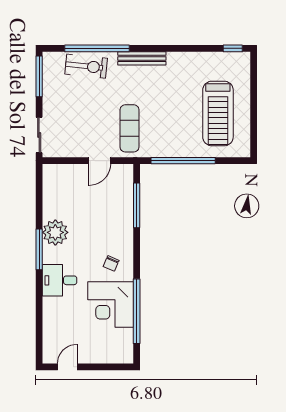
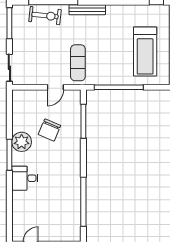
chair: (111, 263) -> (49, 130), moved, width x1.87, depth x1.87
corner desk: (111, 304) -> (64, 197), removed

